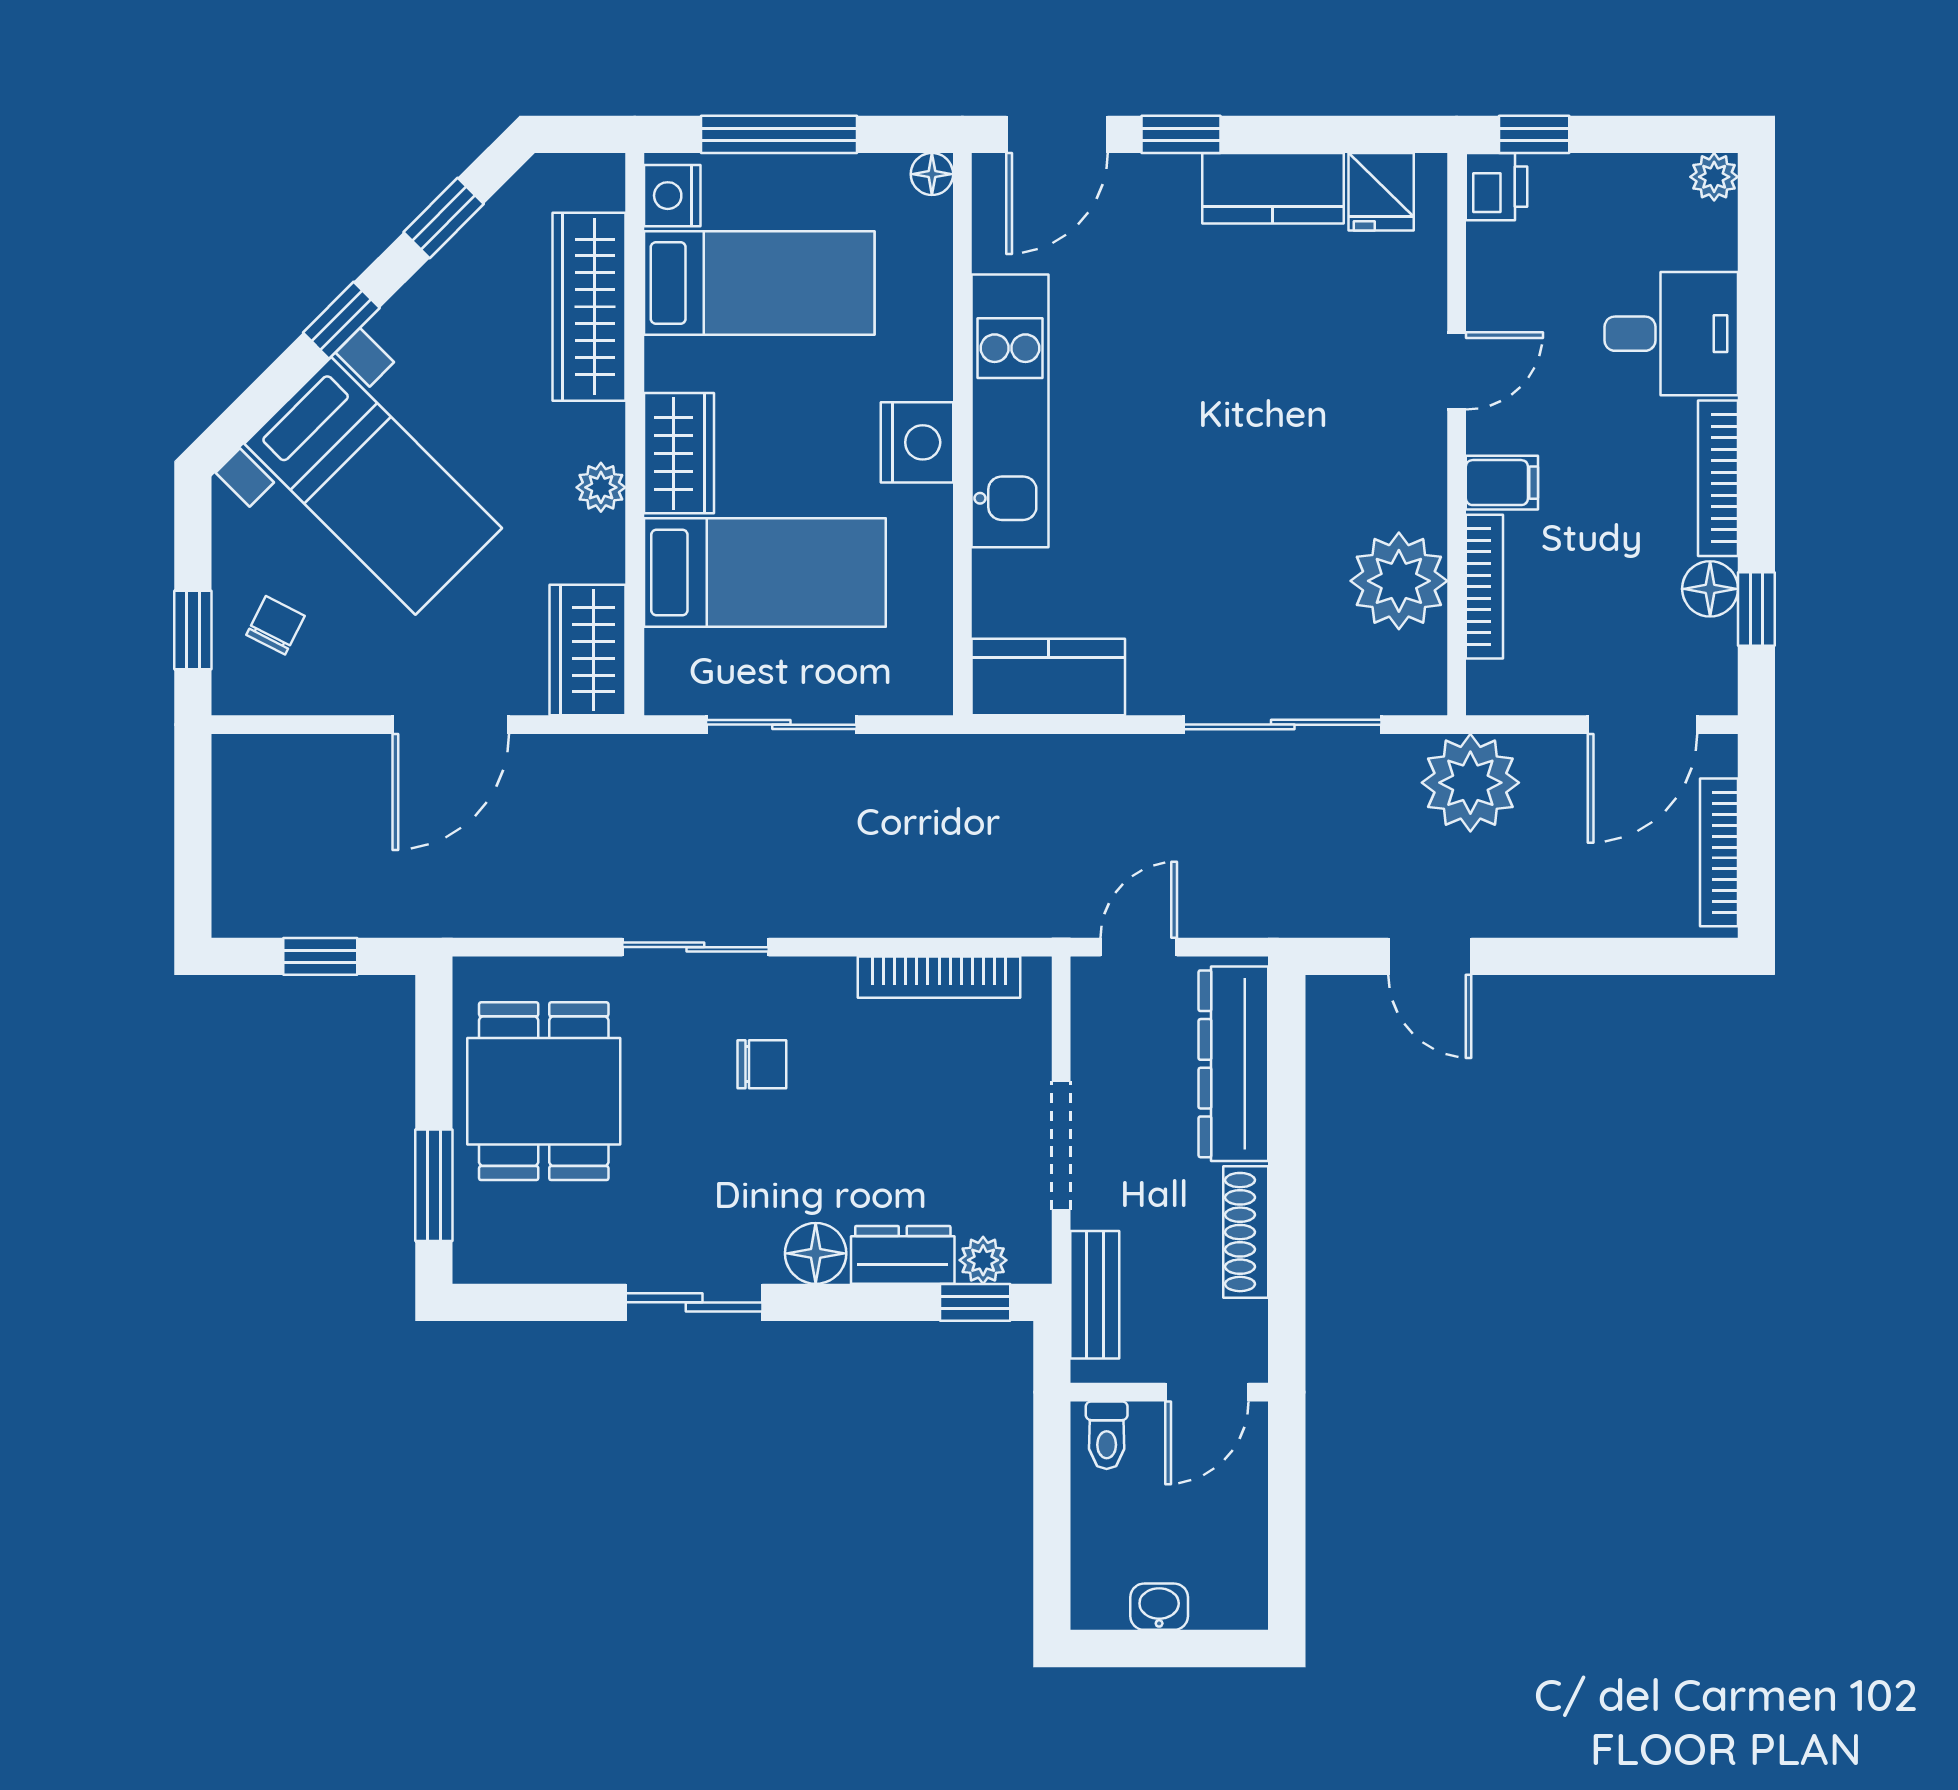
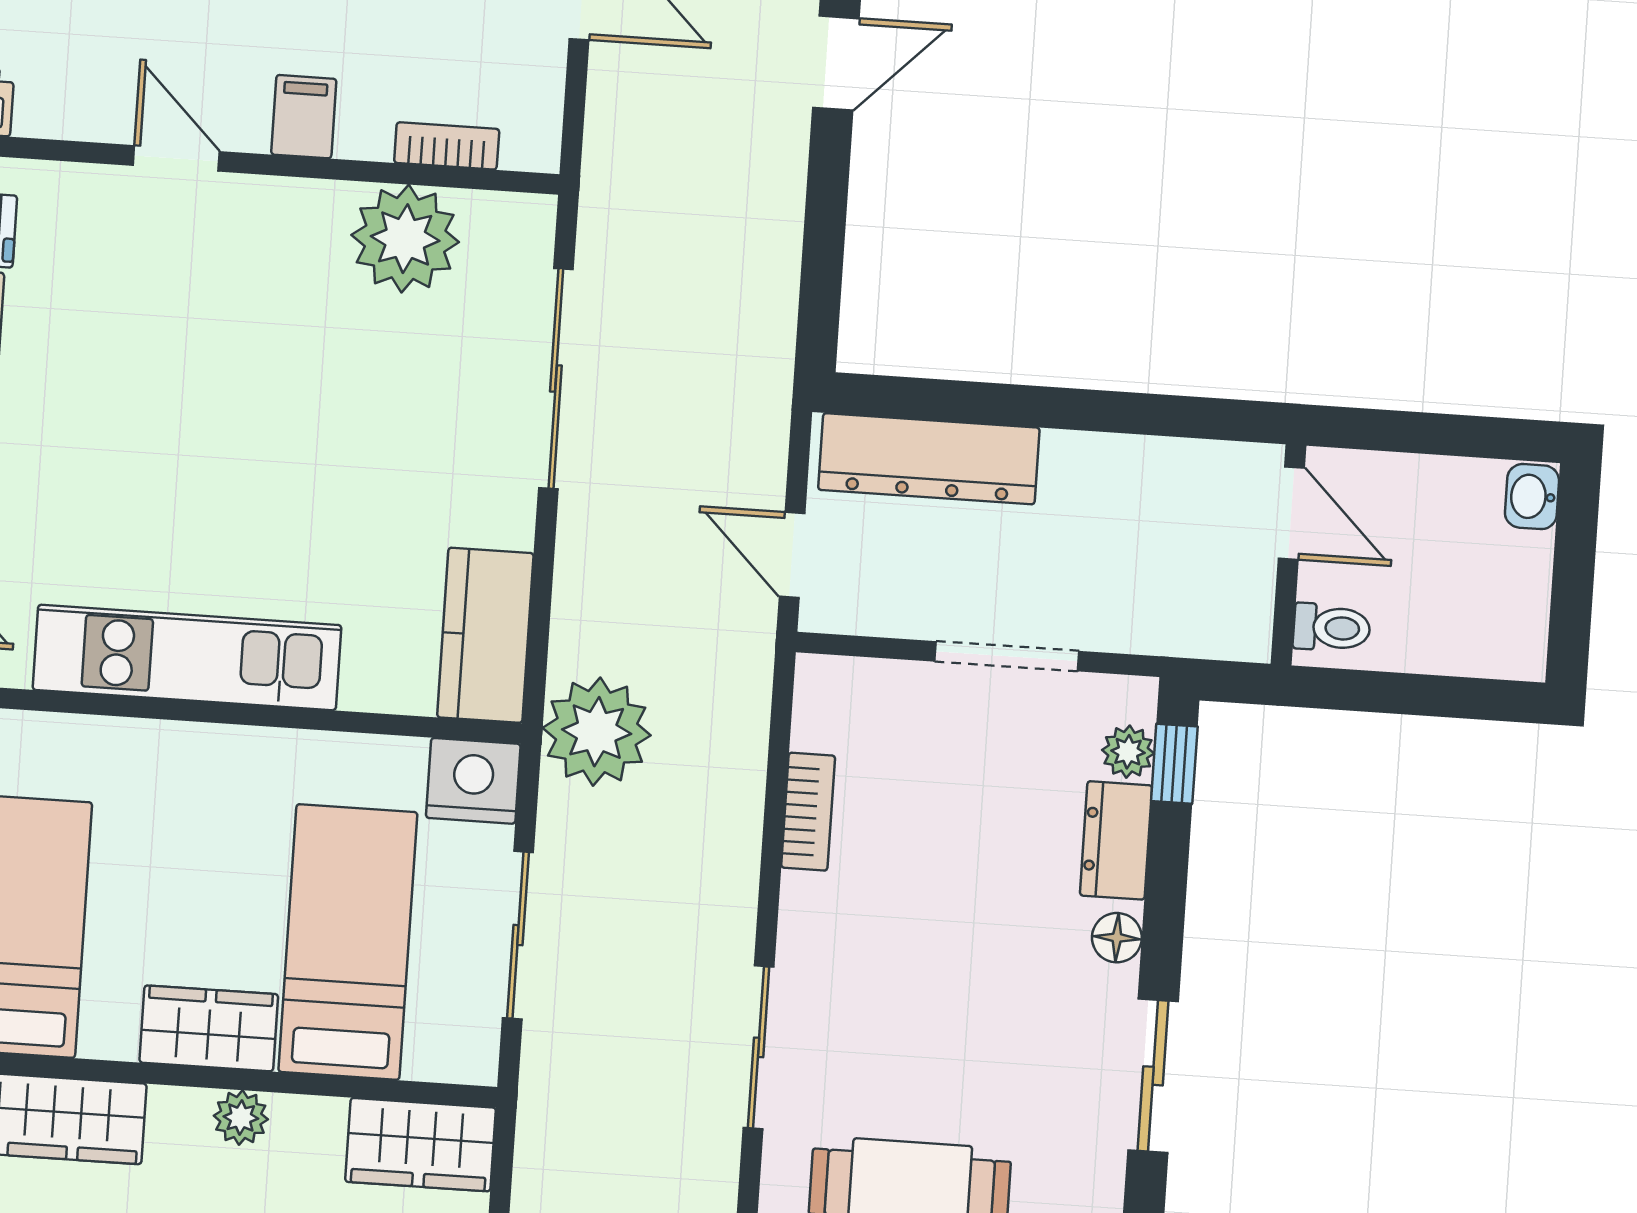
nightstand: (917, 442) -> (473, 781), moved
bookcase: (1484, 587) -> (447, 146), width x0.64
plant: (1470, 783) -> (597, 732), moved
door: (1430, 956) -> (836, 63), moved
bookcase: (939, 977) -> (808, 812), width x0.64
chair: (762, 1064) -> (894, 983), removed
shoe rack: (1246, 1232) -> (1117, 458), removed
floor lamp: (816, 1253) -> (1117, 938), width x0.73, depth x0.73
bench: (1095, 1295) -> (1175, 630), removed
washbasin: (1159, 1607) -> (1532, 497), moved

